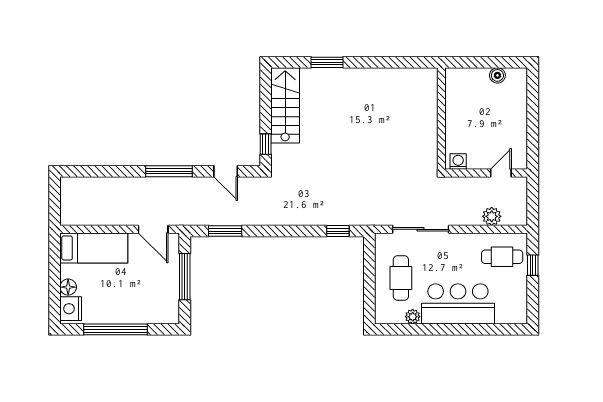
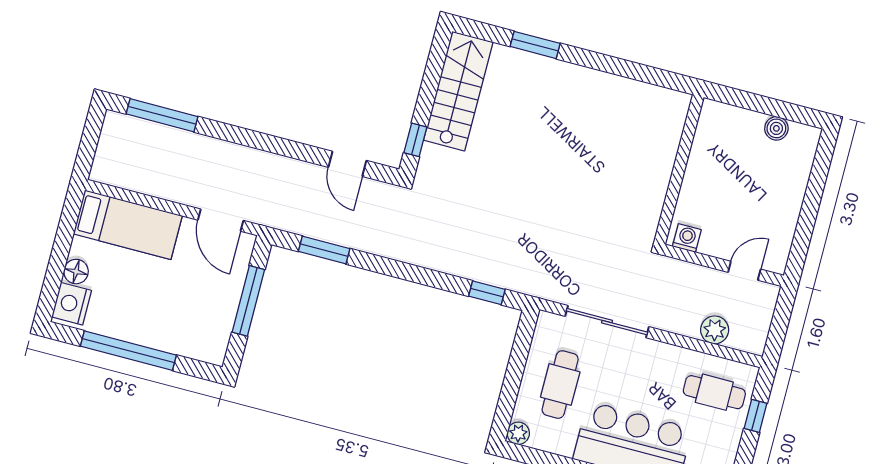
window: (169, 171) -> (162, 115), moved
plant: (413, 317) -> (518, 433), moved

